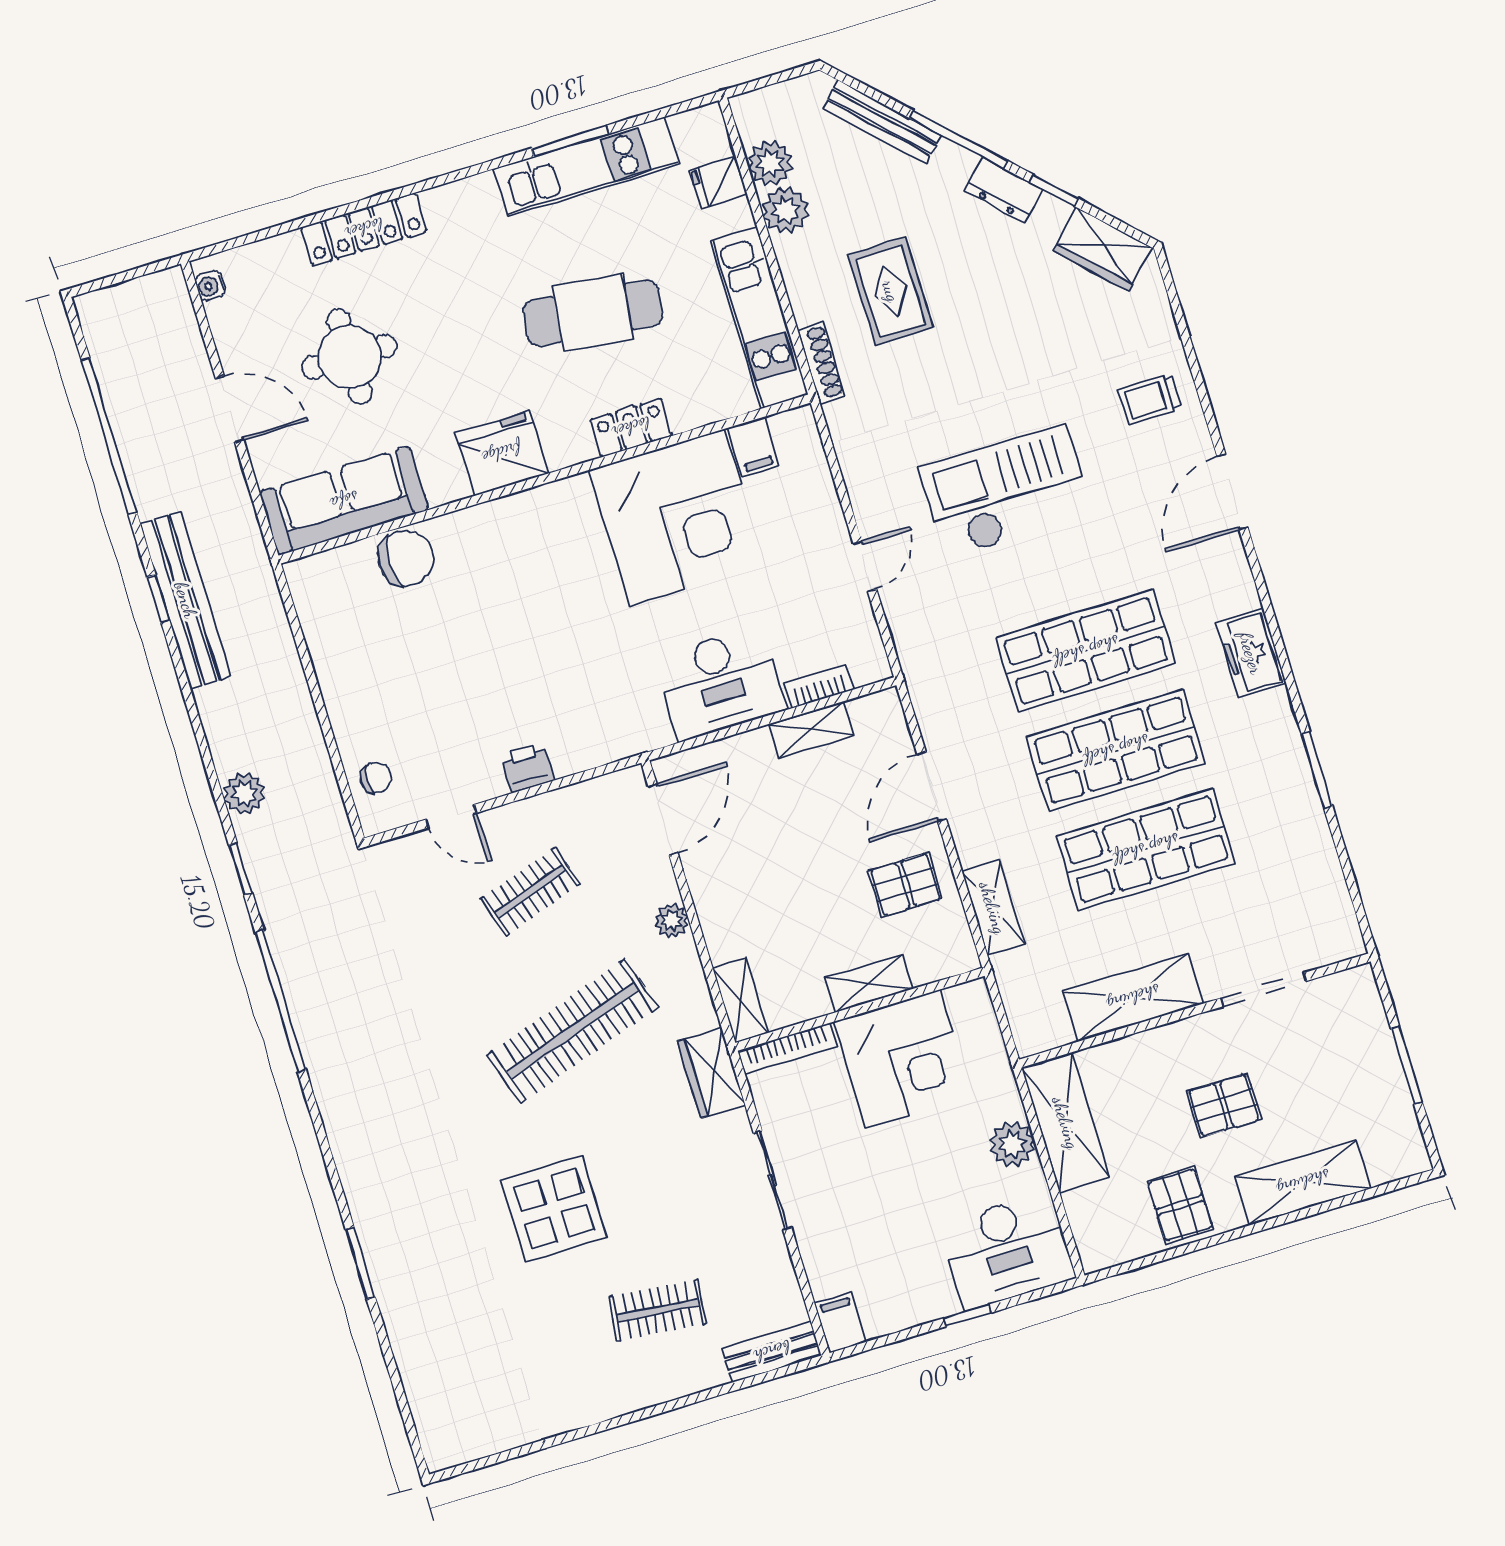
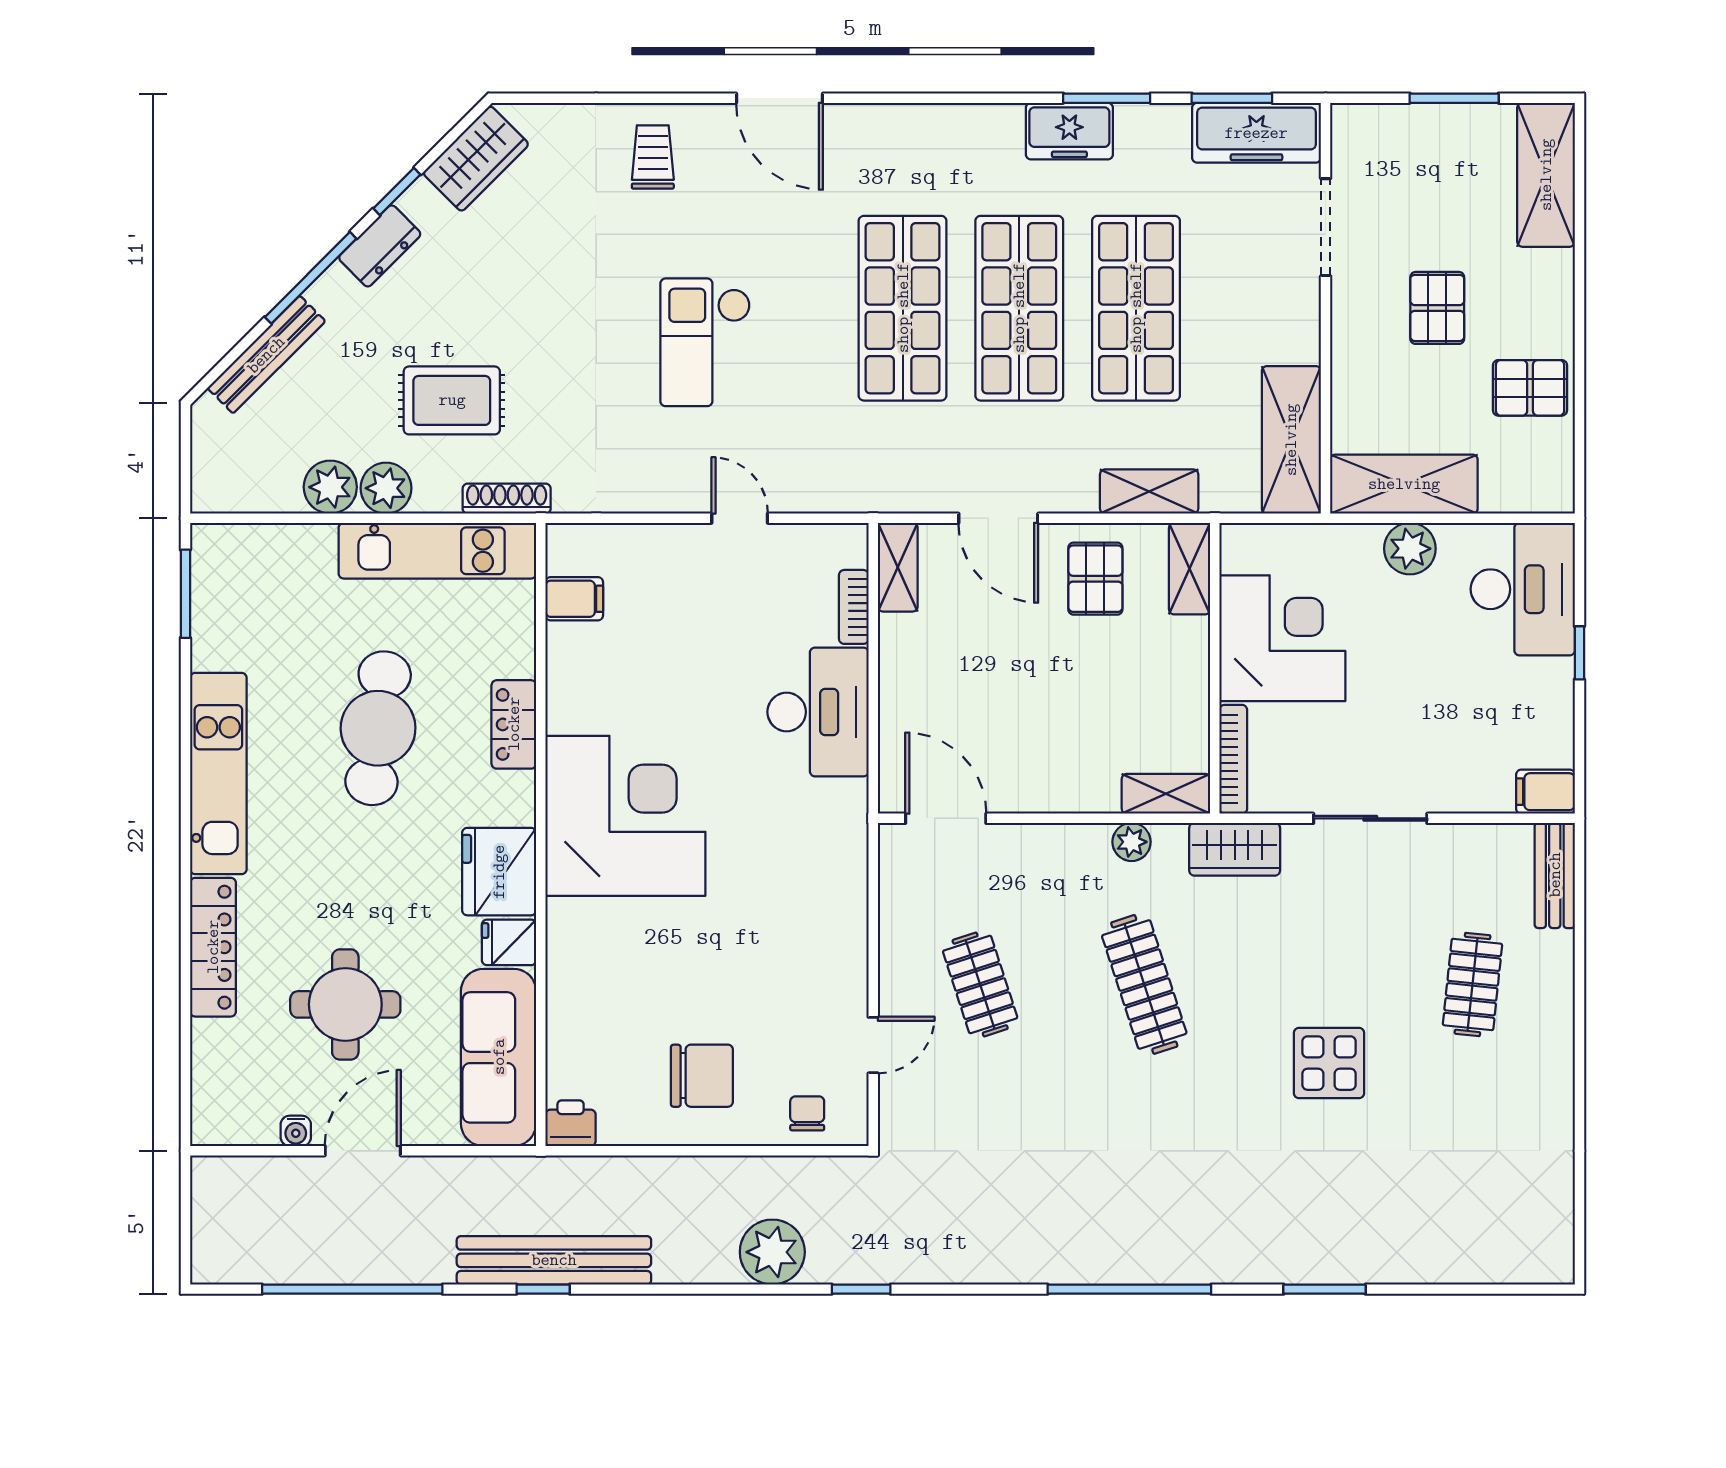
window: (570, 141) -> (185, 594), moved
plant: (770, 163) -> (386, 488), moved
kitchen unit: (586, 167) -> (218, 774), moved
fridge: (719, 182) -> (509, 942), moved, turned 90
water cooler: (210, 286) -> (296, 1131), moved
trolley: (1150, 399) -> (653, 157), turned 180
checkout: (1006, 492) -> (705, 342), width x0.73, depth x0.83
corner desk: (677, 517) -> (625, 816), moved
chair: (406, 558) -> (702, 1076), moved, turned 90
freezer: (1251, 653) -> (1069, 131), moved
shelving: (811, 730) -> (898, 567), moved
printer: (527, 768) -> (571, 1123), moved, turned 90
plant: (244, 793) -> (772, 1252), width x1.36, depth x1.36
window: (1349, 877) -> (1232, 98), added
freezer: (1326, 906) -> (1256, 133), added
plant: (672, 921) -> (1132, 842), moved
shelving: (869, 983) -> (1190, 569), moved
shelving: (1133, 998) -> (1291, 440), moved
window: (281, 1001) -> (1129, 1289), moved
clothes rail: (573, 1031) -> (1144, 984), width x0.73, depth x0.76
shelving: (1303, 1183) -> (1546, 175), moved
display table: (554, 1208) -> (1329, 1063), width x0.73, depth x0.73

